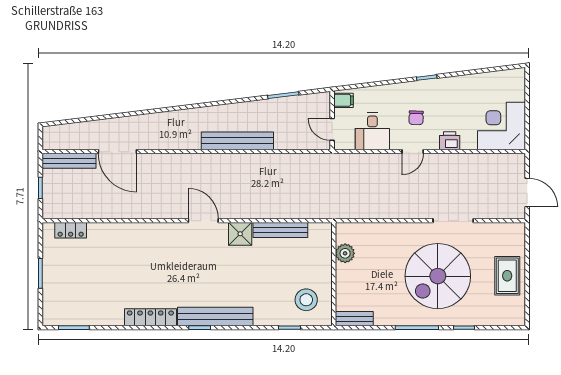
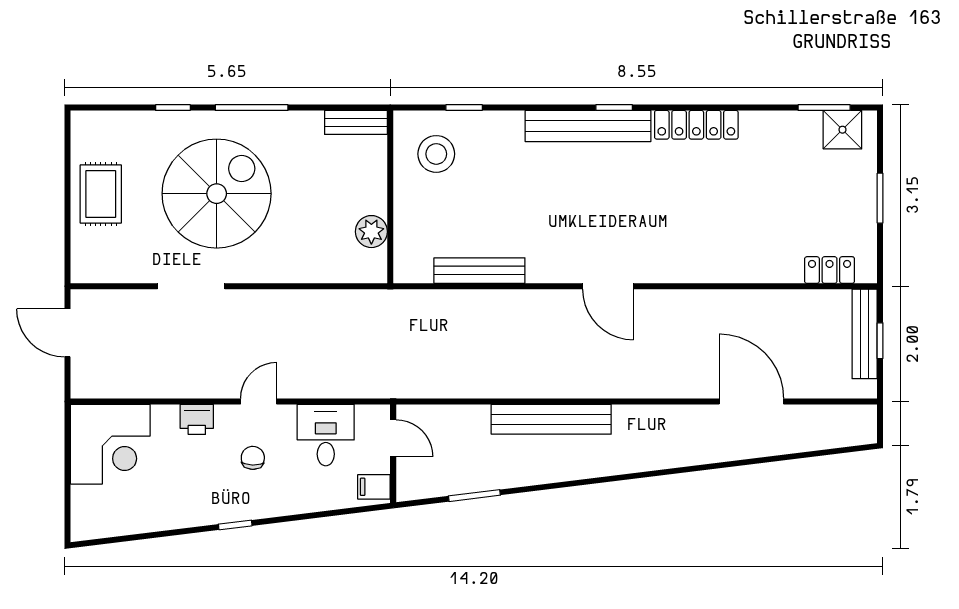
bench: (69, 161) -> (865, 334), moved, turned 90
shower: (240, 234) -> (842, 130), moved

